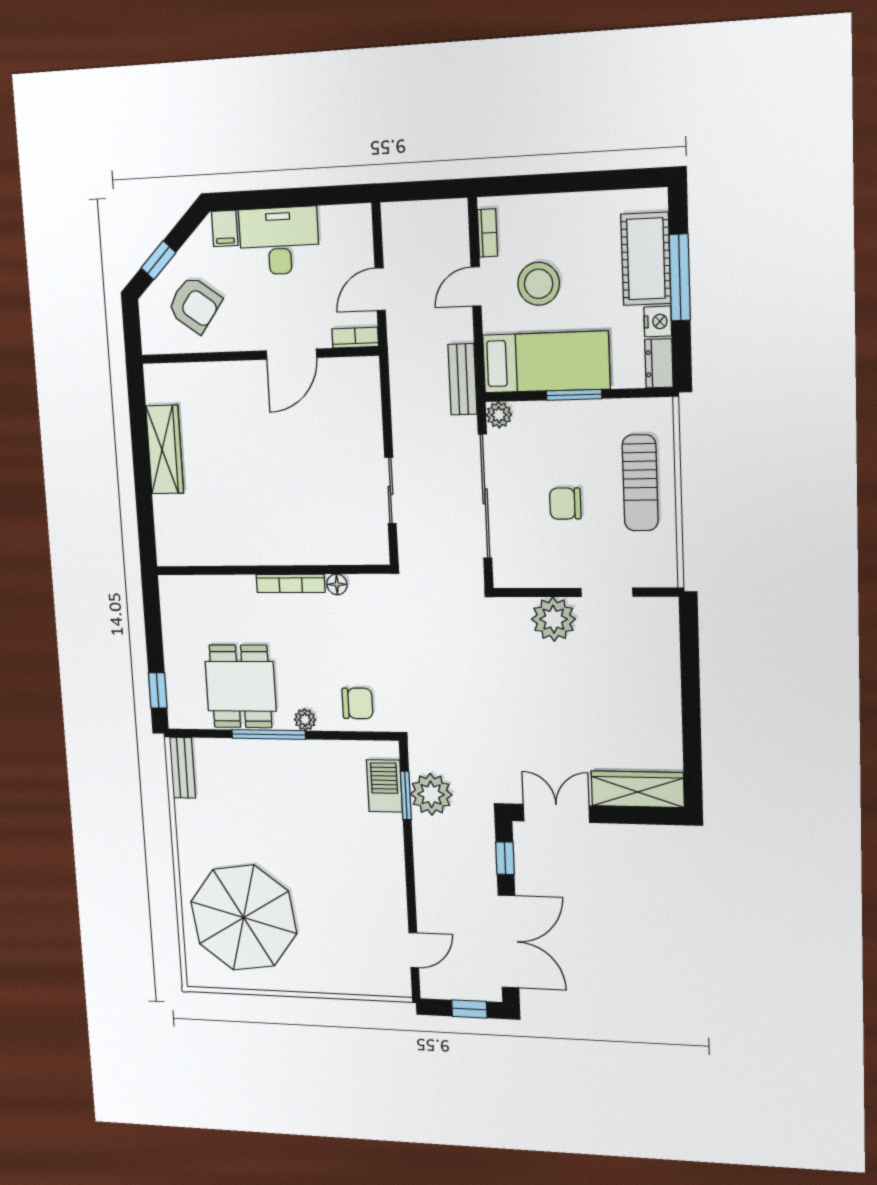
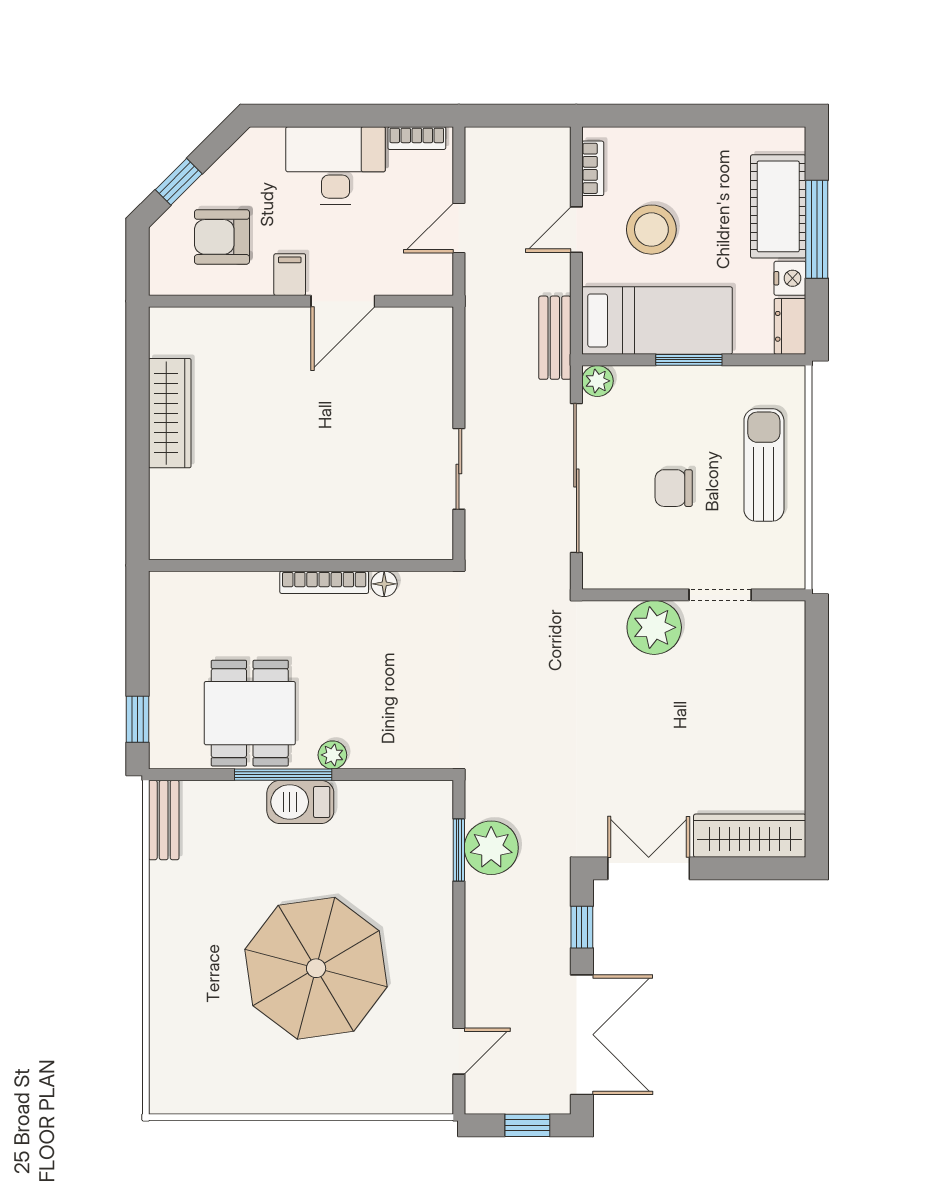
filing cabinet: (225, 228) -> (290, 275), moved, turned 180
armchair: (194, 305) -> (222, 237), turned 144
bookcase: (355, 338) -> (417, 138), moved, turned 180
sun lounger: (640, 483) -> (764, 465), turned 180
chair: (357, 703) -> (402, 733), removed
barbecue: (384, 786) -> (300, 802), moved, turned -90
parasol: (244, 918) -> (316, 968), moved

